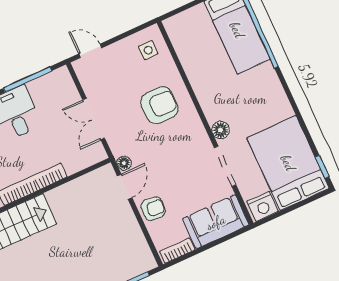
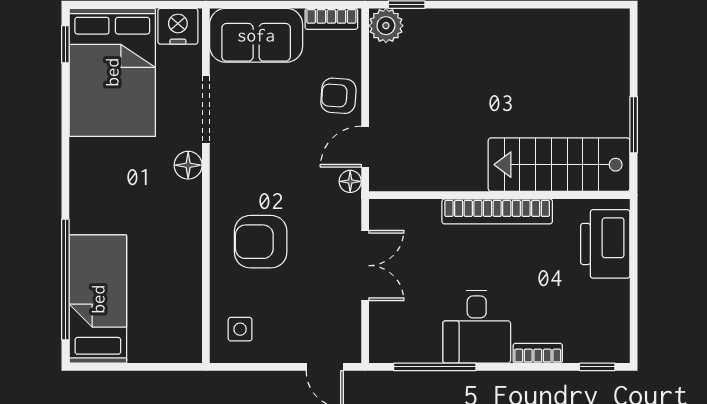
plant: (144, 261) -> (386, 26), added

